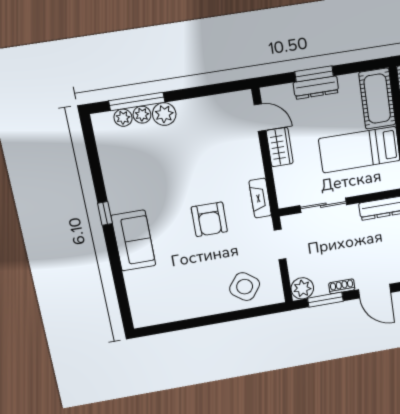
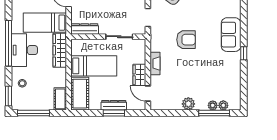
plant: (164, 114) -> (188, 104), moved
fireplace: (260, 198) -> (155, 64), moved
armchair: (209, 219) -> (186, 40), turned 90

